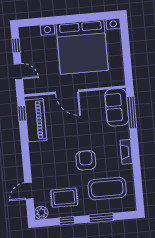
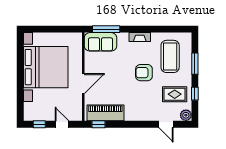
door: (18, 72) -> (62, 124), hinge flipped
rug: (64, 198) -> (175, 94), turned 90

